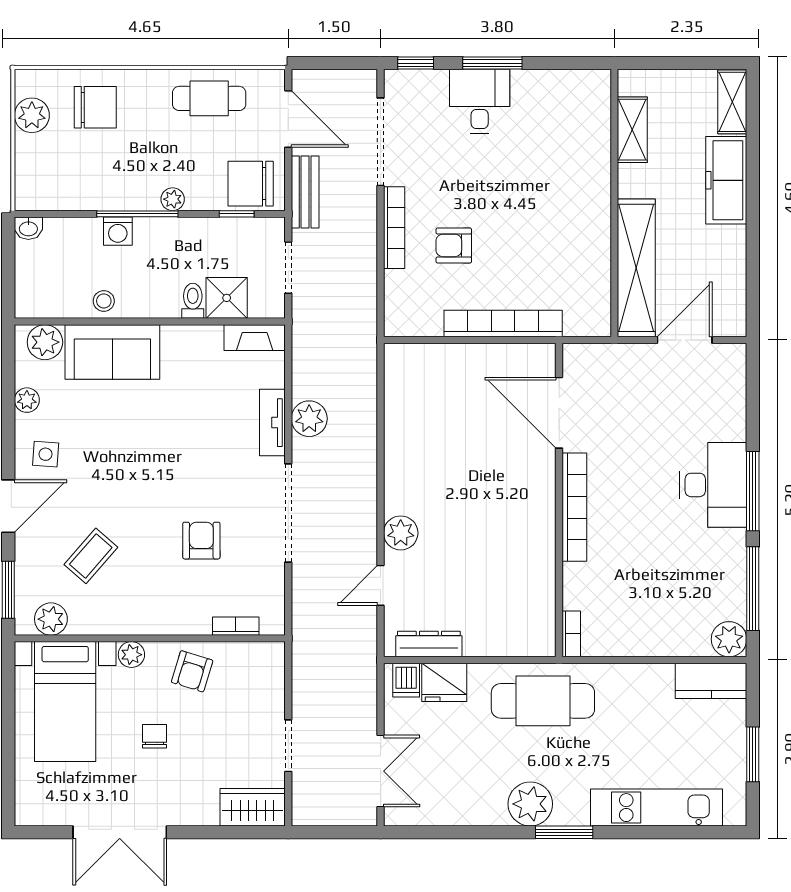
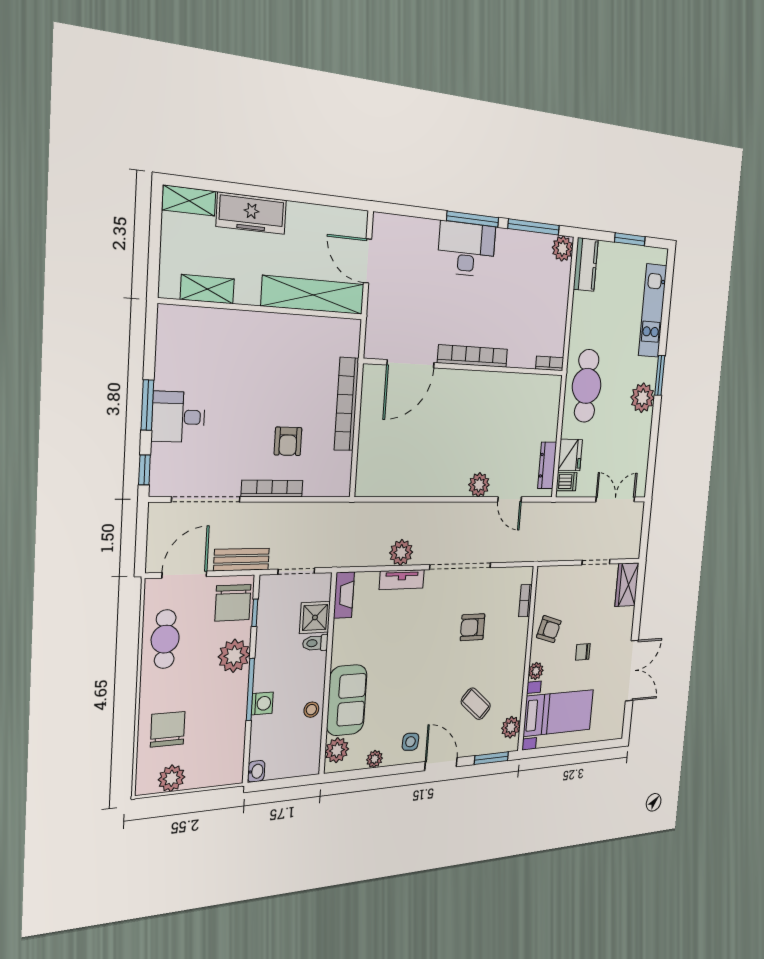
plant: (173, 199) -> (234, 656), width x1.88, depth x1.88

